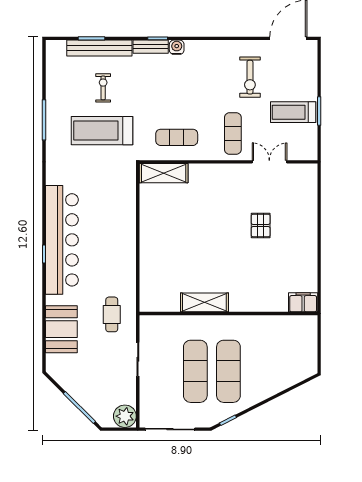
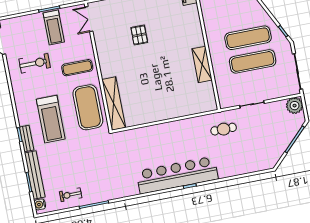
water cooler: (177, 47) -> (40, 204), moved
exercise bike: (103, 88) -> (71, 195), moved
treadmill: (102, 131) -> (51, 119), moved
exercise mat: (177, 137) -> (88, 107), width x2.00, depth x1.45
double door: (269, 162) -> (89, 19), moved
shelving: (164, 173) -> (114, 104), width x1.47
pallet: (261, 225) -> (139, 35), turned 90
booth: (61, 329) -> (241, 163), removed

